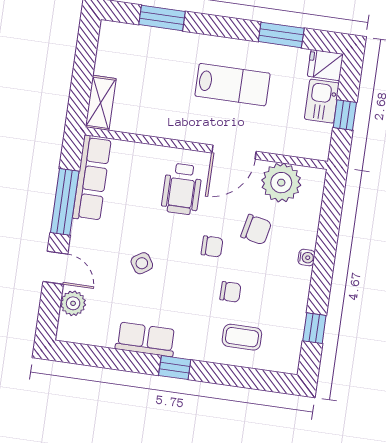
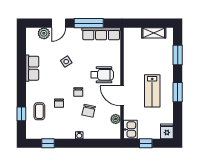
window: (281, 35) -> (178, 92), moved
kitchen sink: (322, 101) -> (130, 129), moved, turned 90
shelving: (101, 103) -> (154, 33), moved
plant: (281, 183) -> (116, 119), width x0.53, depth x0.53
wheelchair: (182, 189) -> (102, 75), turned 180
window: (175, 368) -> (21, 114), moved

